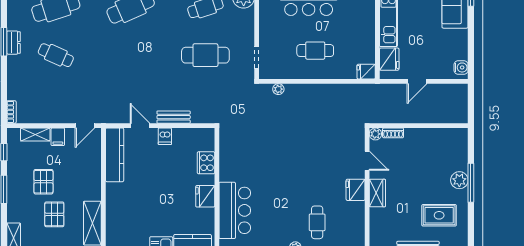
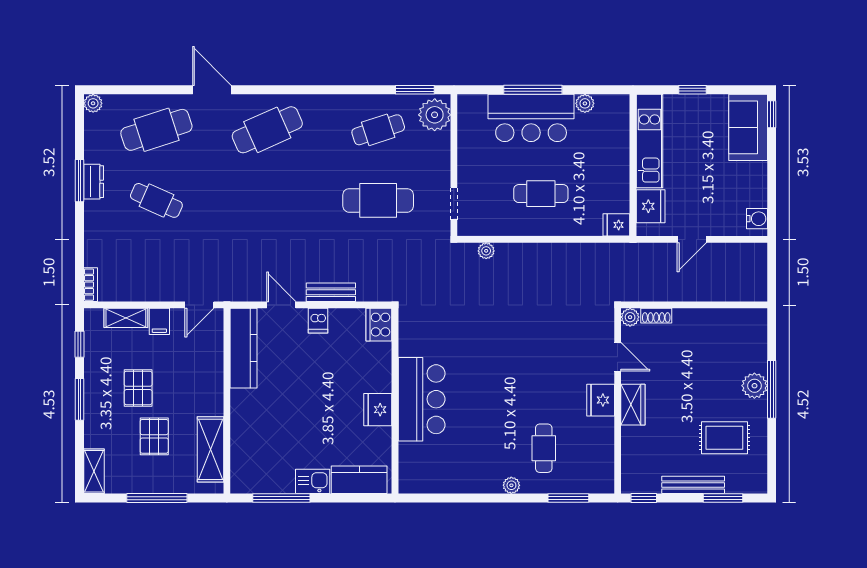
cooker: (206, 163) -> (379, 325), moved
bar counter: (235, 210) -> (422, 399), moved

